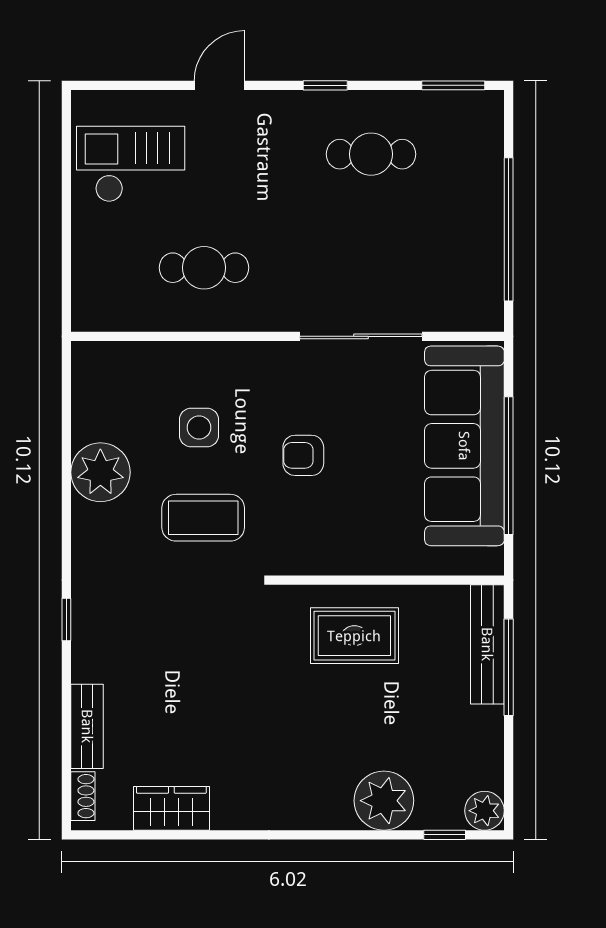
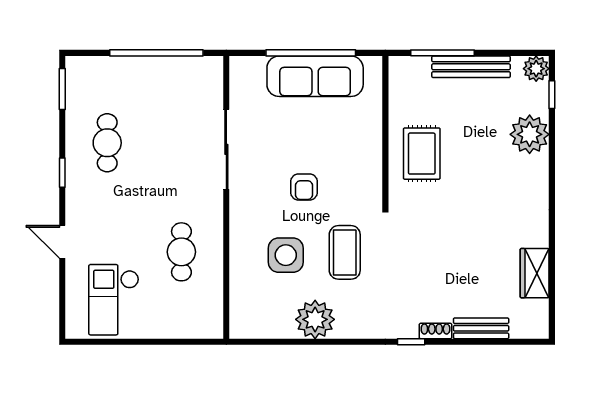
side table: (199, 427) -> (286, 255), width x1.37, depth x1.37
sofa: (464, 446) -> (315, 76), width x0.74, depth x0.79
bench: (487, 644) -> (471, 67), moved
shoe rack: (83, 796) -> (435, 331), moved

